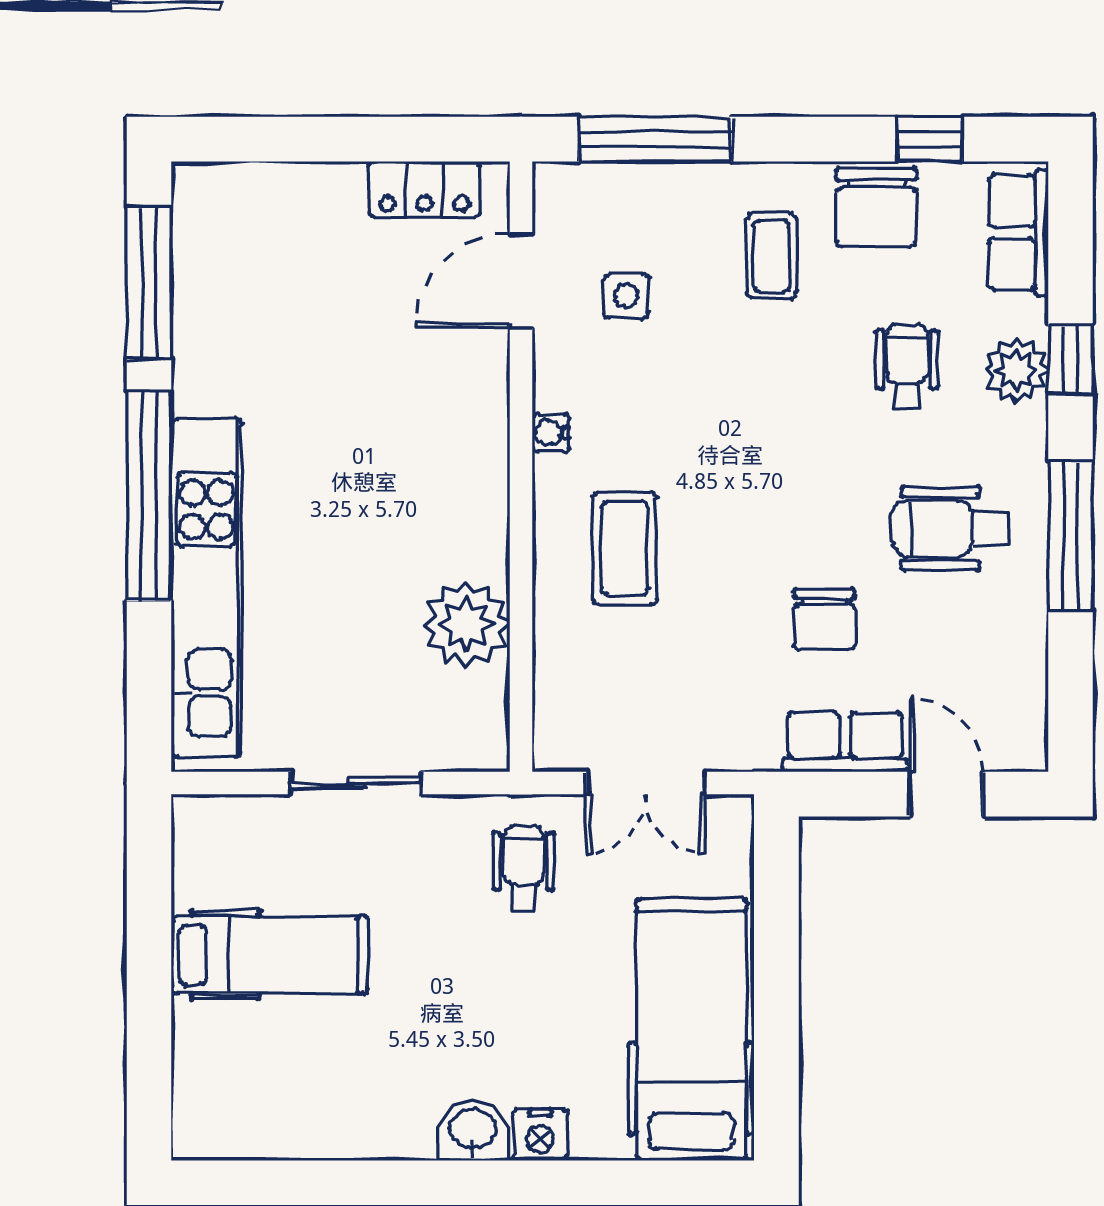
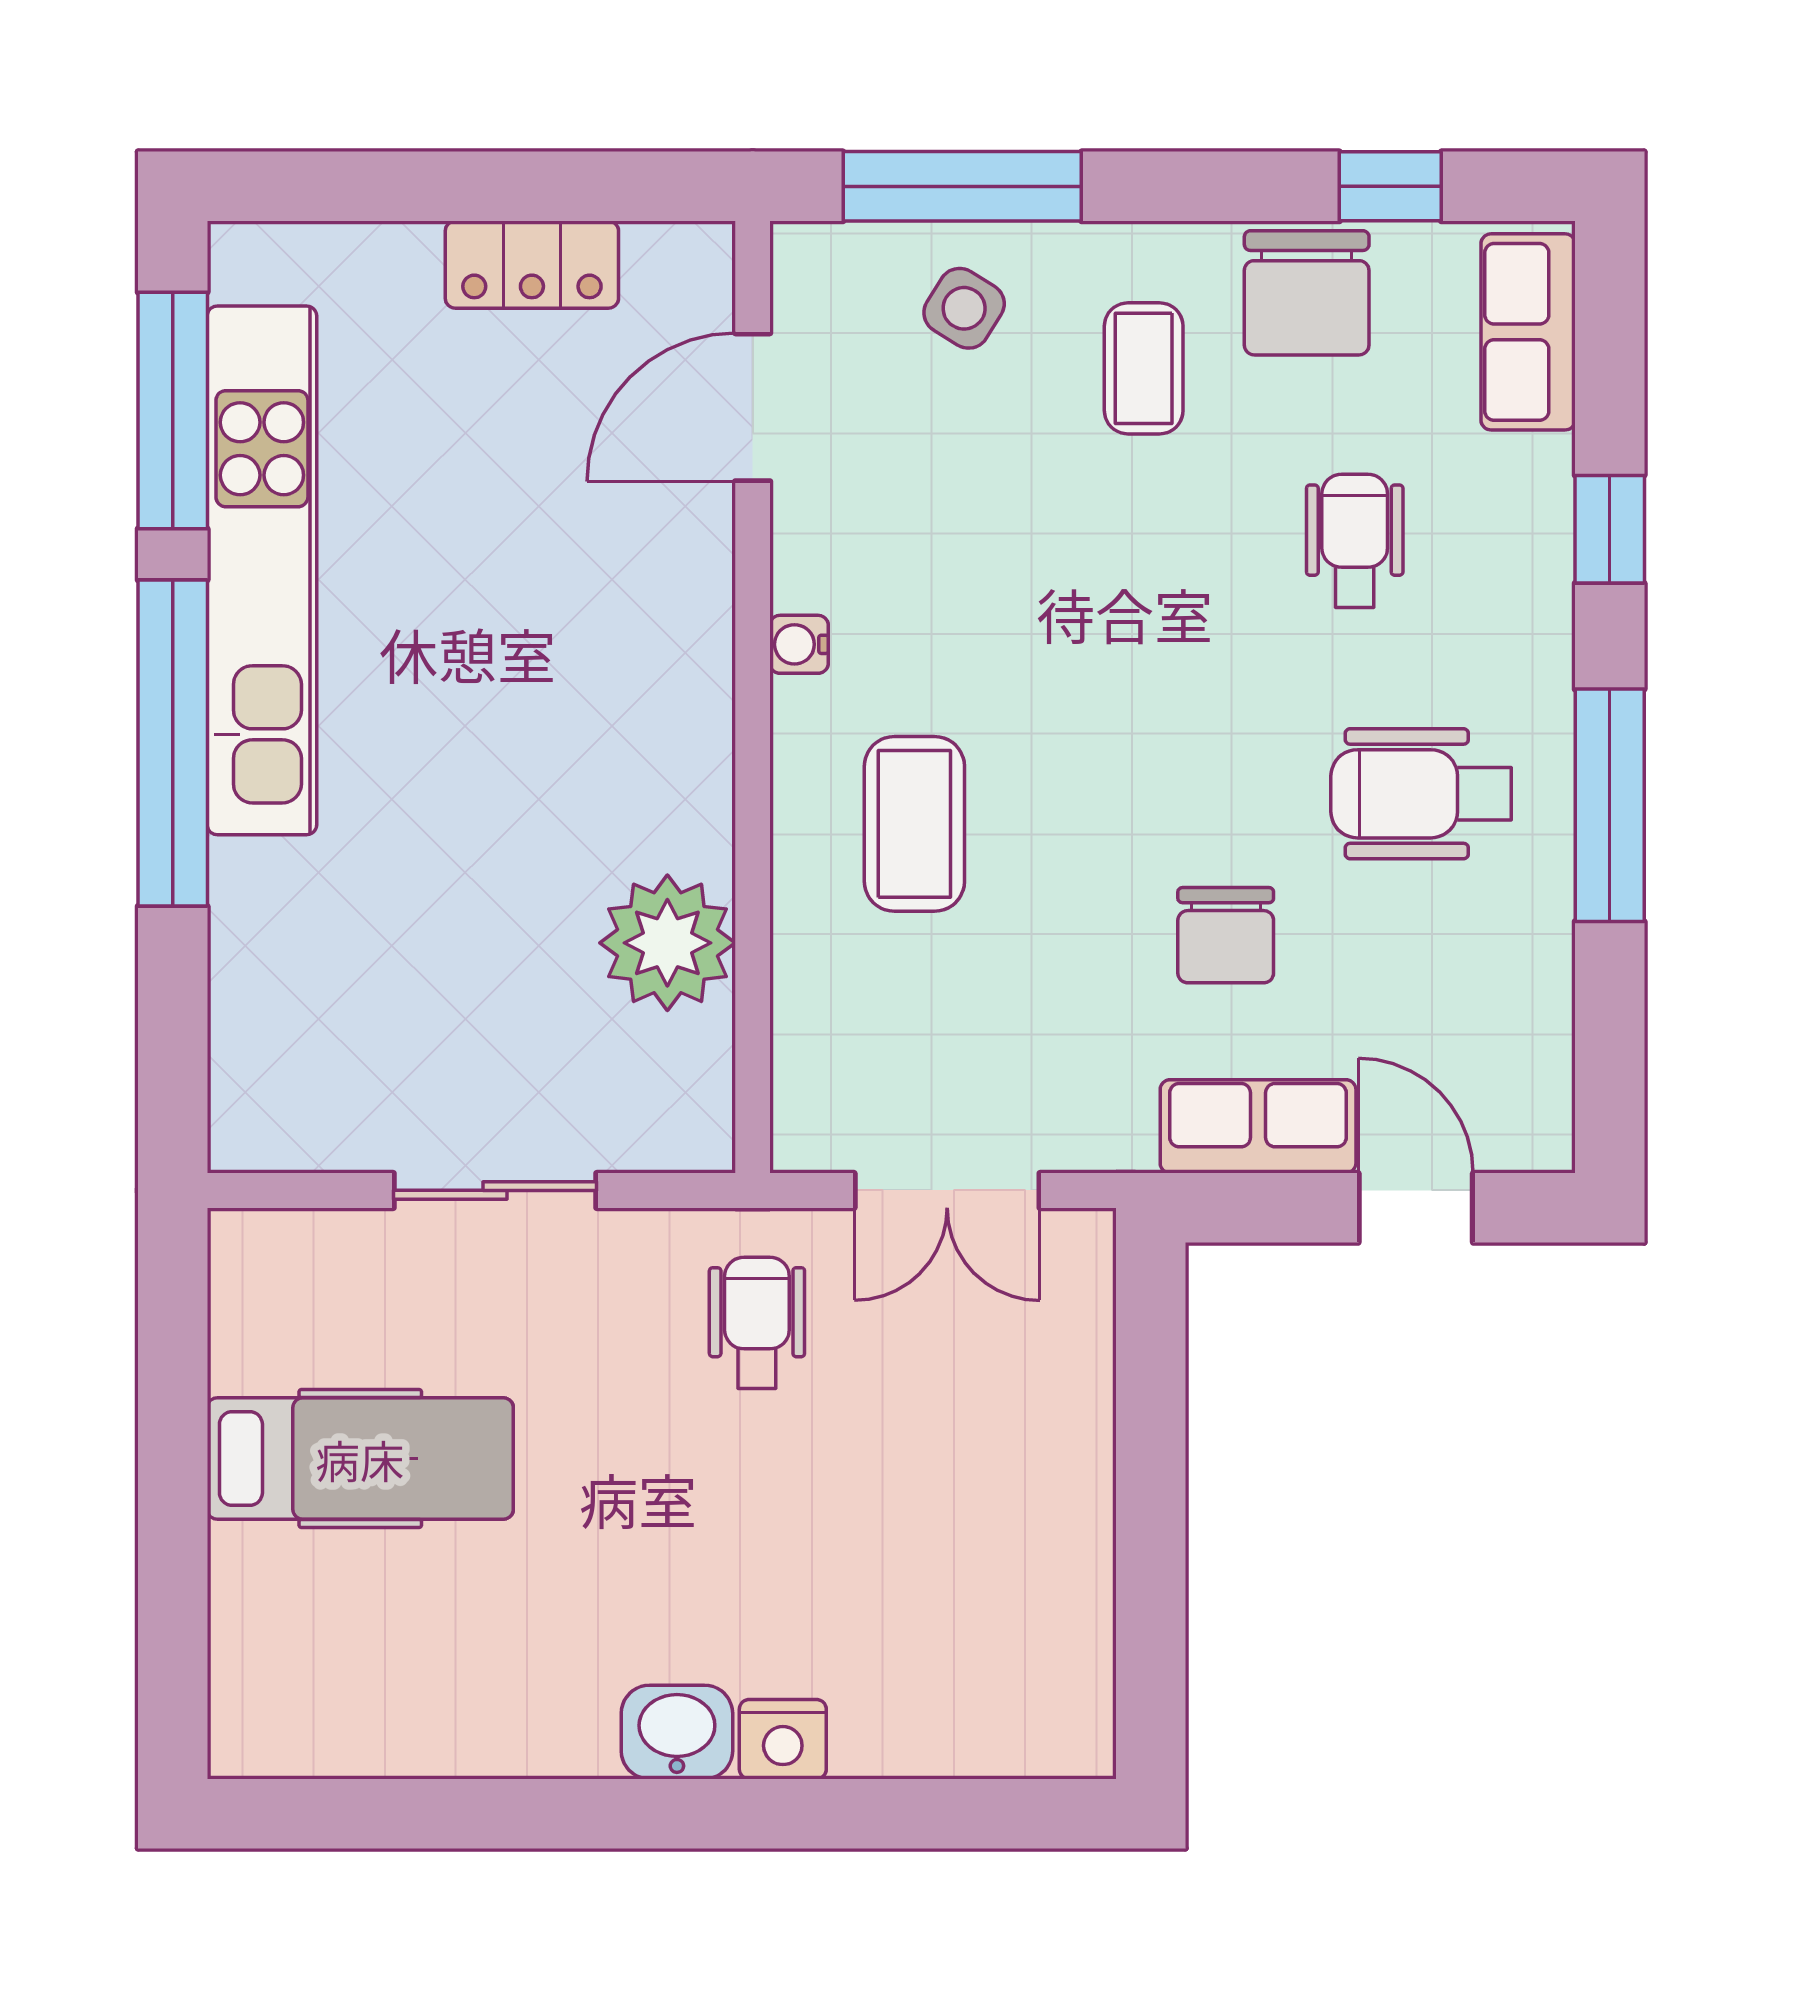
locker: (424, 189) -> (532, 265), moved
side table: (626, 296) -> (964, 308), moved, turned 32
plant: (1016, 370) -> (1525, 547), removed
kitchen unit: (206, 588) -> (262, 570), moved
hospital bed: (691, 1030) -> (1018, 1575), removed

